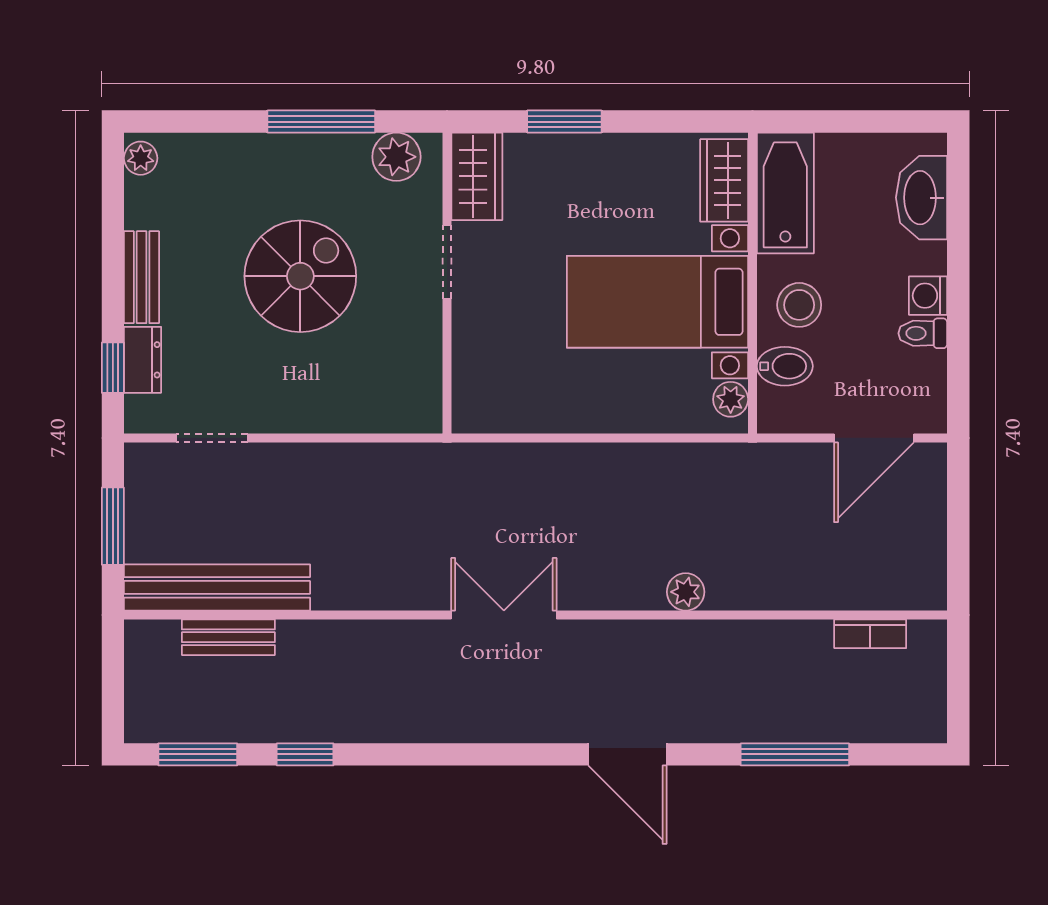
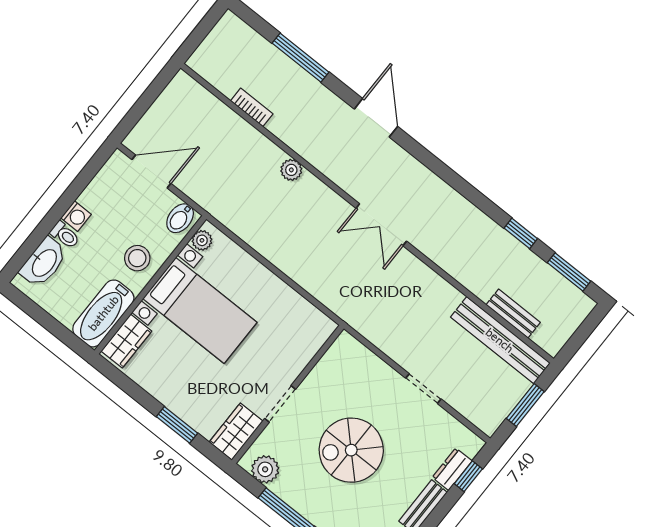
toilet: (923, 333) -> (65, 235), moved
bidet: (785, 366) -> (180, 218), moved, turned -90
doorway: (212, 438) -> (423, 389), moved
bookcase: (870, 634) -> (252, 107), moved

